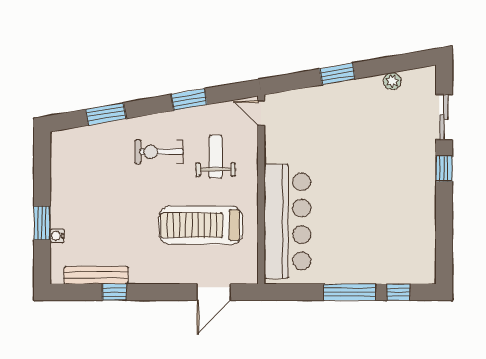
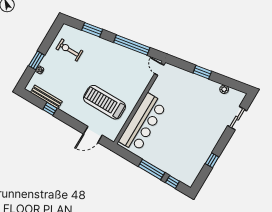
window: (189, 99) -> (132, 45), width x2.11
exercise bike: (159, 152) -> (69, 50), moved
weight bench: (216, 157) -> (128, 76), removed
window: (444, 169) -> (212, 160), moved

